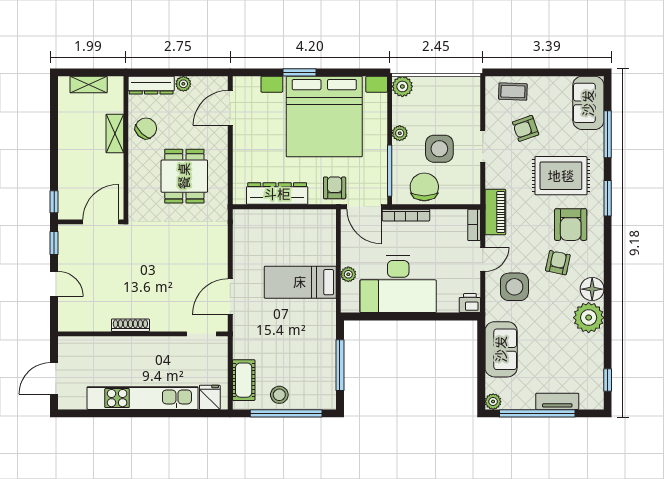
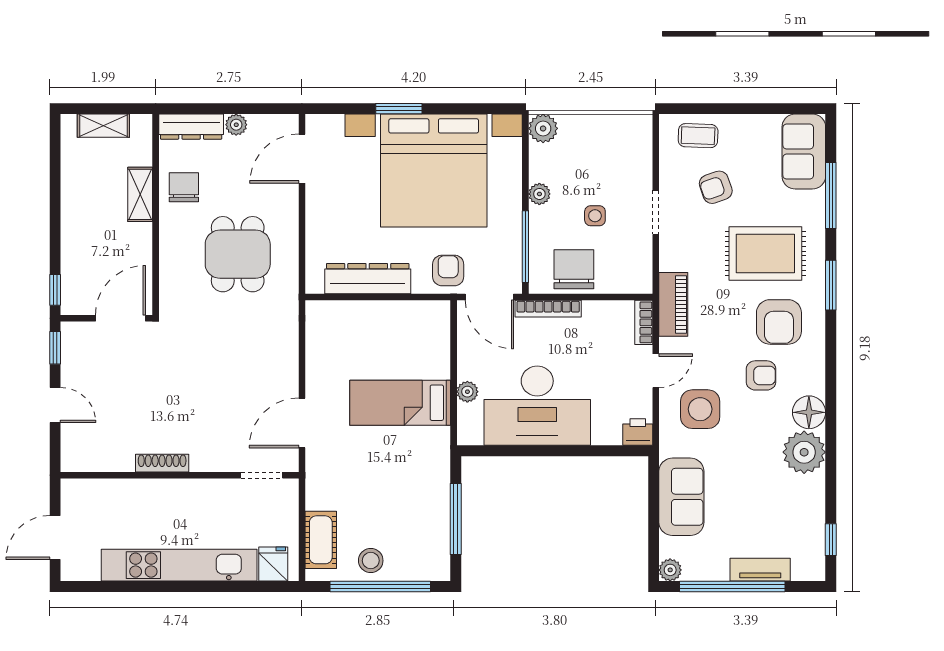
chair: (146, 128) -> (184, 187), turned -44
side table: (439, 149) -> (595, 216), width x0.54, depth x0.54
armchair: (558, 263) -> (761, 375), turned 78

